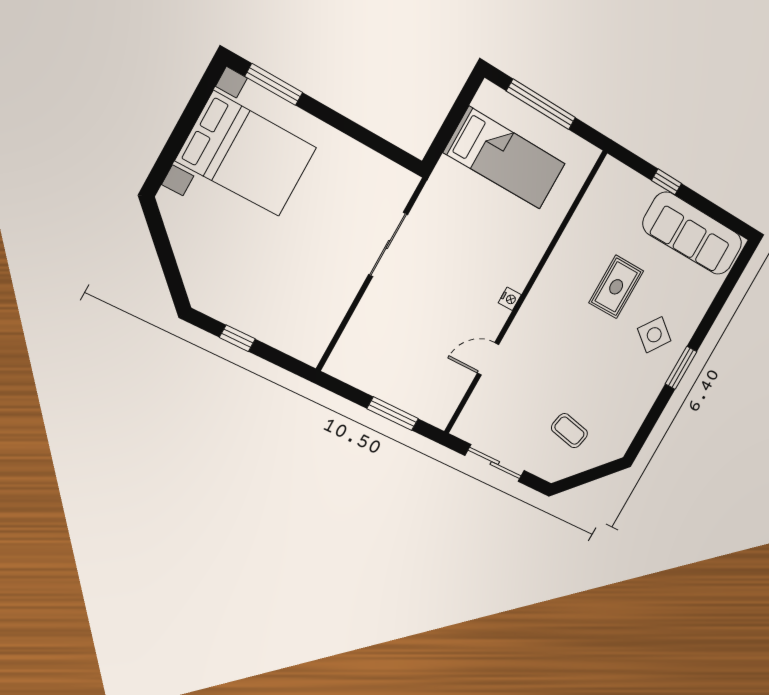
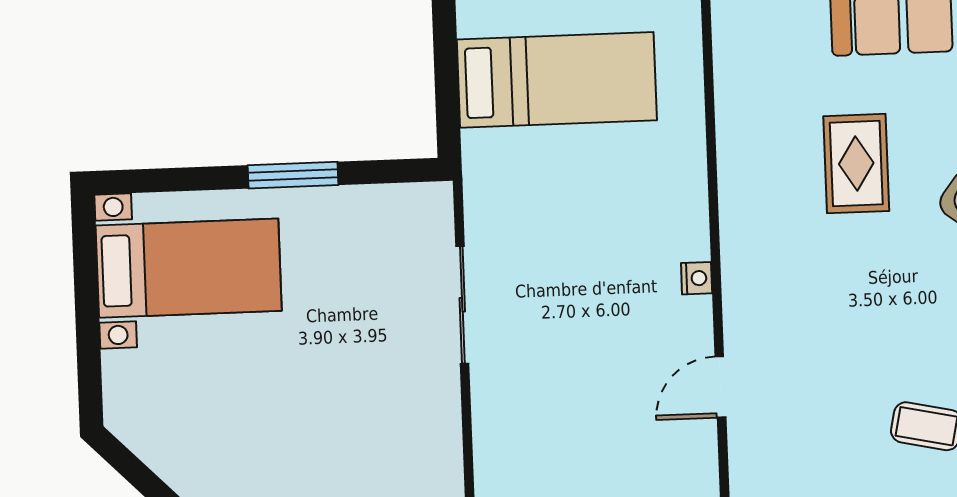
window: (274, 85) -> (293, 175), moved
bed with nightstands: (247, 154) -> (189, 268), width x0.73

